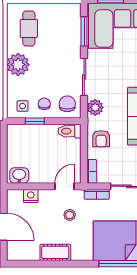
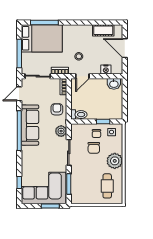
chair: (67, 104) -> (94, 148), moved
cot: (55, 252) -> (103, 30), moved

